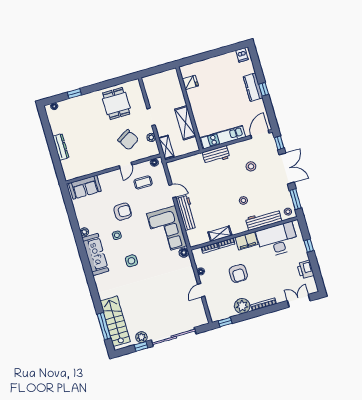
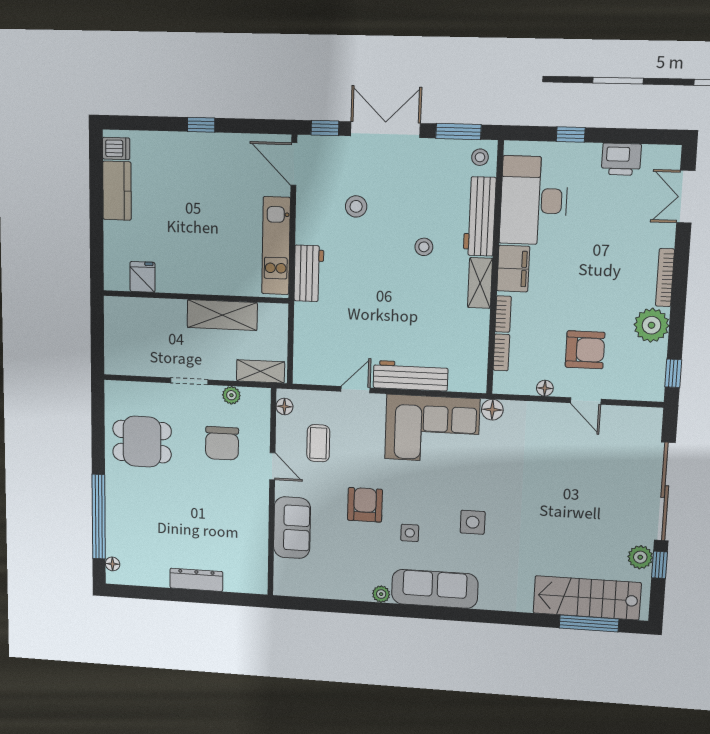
kitchen counter: (253, 87) -> (117, 191), moved, turned -90
window: (74, 94) -> (99, 517), width x3.17
chair: (128, 140) -> (222, 443), turned 121
sofa: (85, 187) -> (292, 528), moved
shelving: (220, 234) -> (480, 283), moved
armchair: (238, 273) -> (585, 350), moved

